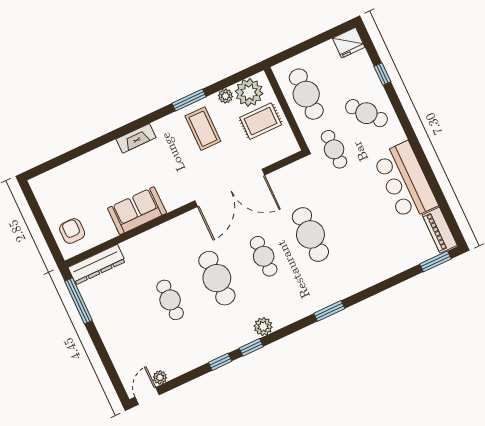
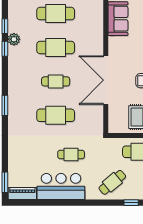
cafe table: (334, 149) -> (71, 155), moved
cafe table: (170, 300) -> (56, 14), width x1.37, depth x1.35
plant: (263, 327) -> (14, 39), moved

